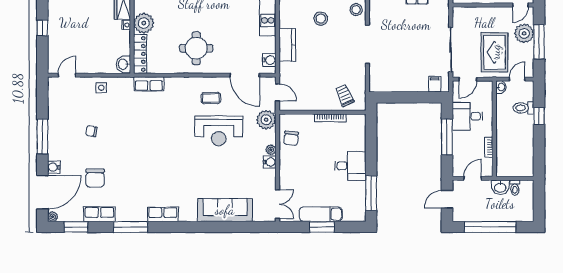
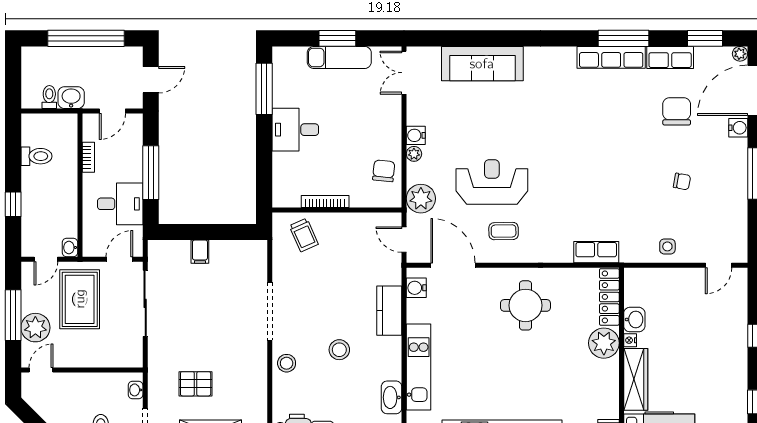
washbasin: (123, 64) -> (634, 320), moved
filing cabinet: (435, 84) -> (200, 252), moved
toilet: (523, 108) -> (36, 156), moved
row of seats: (163, 214) -> (611, 57), moved, width x1.48

